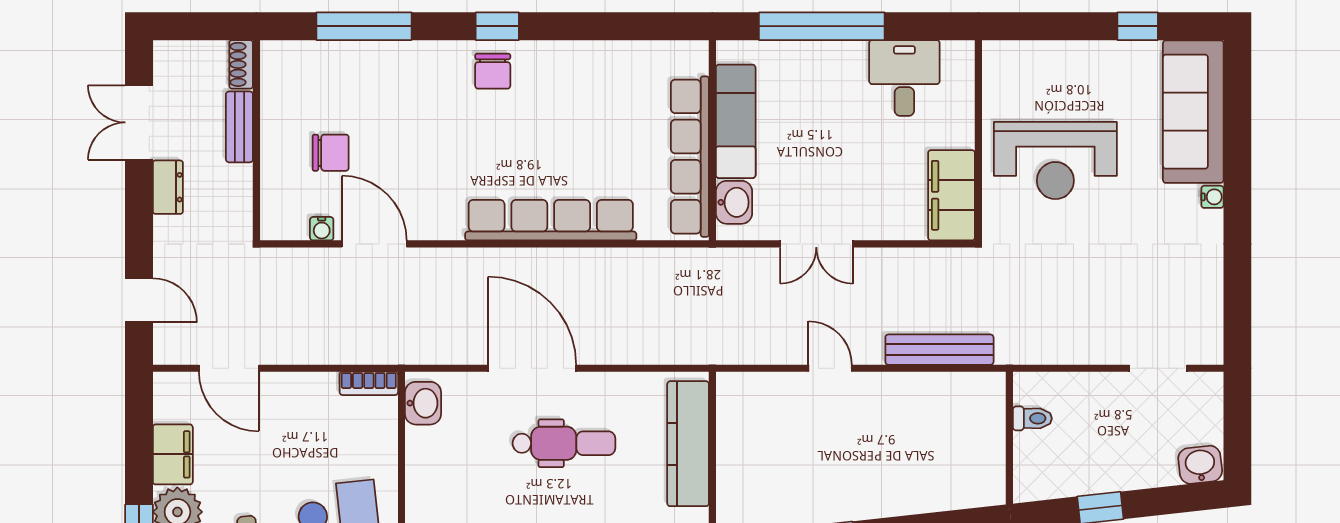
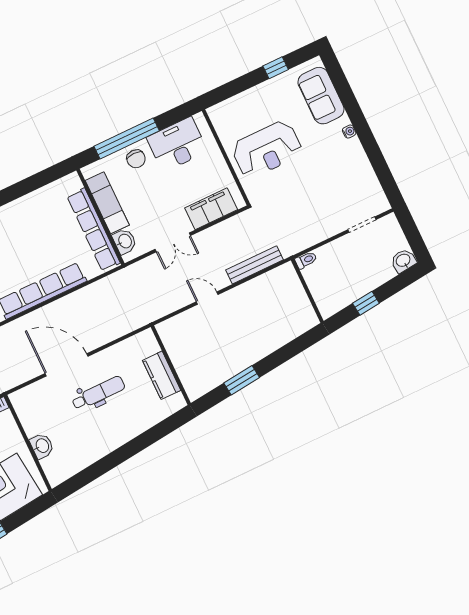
chair: (821, 69) -> (136, 159), added
desk: (904, 78) -> (177, 144), width x1.37
sofa: (1193, 112) -> (321, 96), width x0.73
filing cabinet: (951, 195) -> (211, 209), moved, turned 90
washbasin: (423, 403) -> (42, 446), moved
toilet: (1032, 418) -> (306, 260), moved
kitchen counter: (688, 444) -> (162, 375), width x0.67

